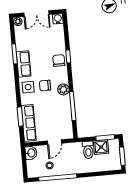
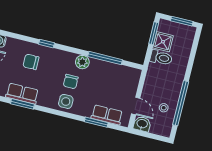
chair: (59, 61) -> (31, 62), moved
row of seats: (24, 64) -> (22, 94), moved
row of seats: (29, 123) -> (107, 115), width x0.68
door: (54, 142) -> (136, 106), moved

